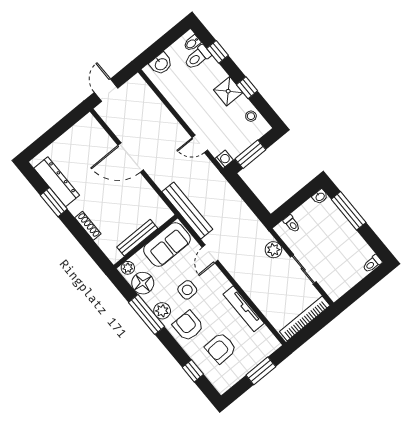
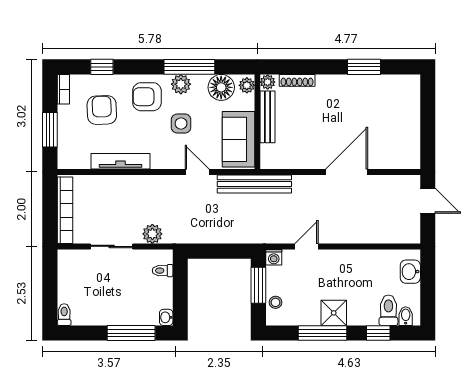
window: (247, 88) -> (322, 333), width x2.17
stool: (251, 116) -> (276, 302), moved
dresser: (57, 182) -> (381, 85), removed
shoe rack: (88, 226) -> (297, 80), moved
plant: (115, 256) -> (268, 82), added
armchair: (188, 326) -> (147, 97), turned 180
bookcase: (228, 384) -> (63, 89), added

